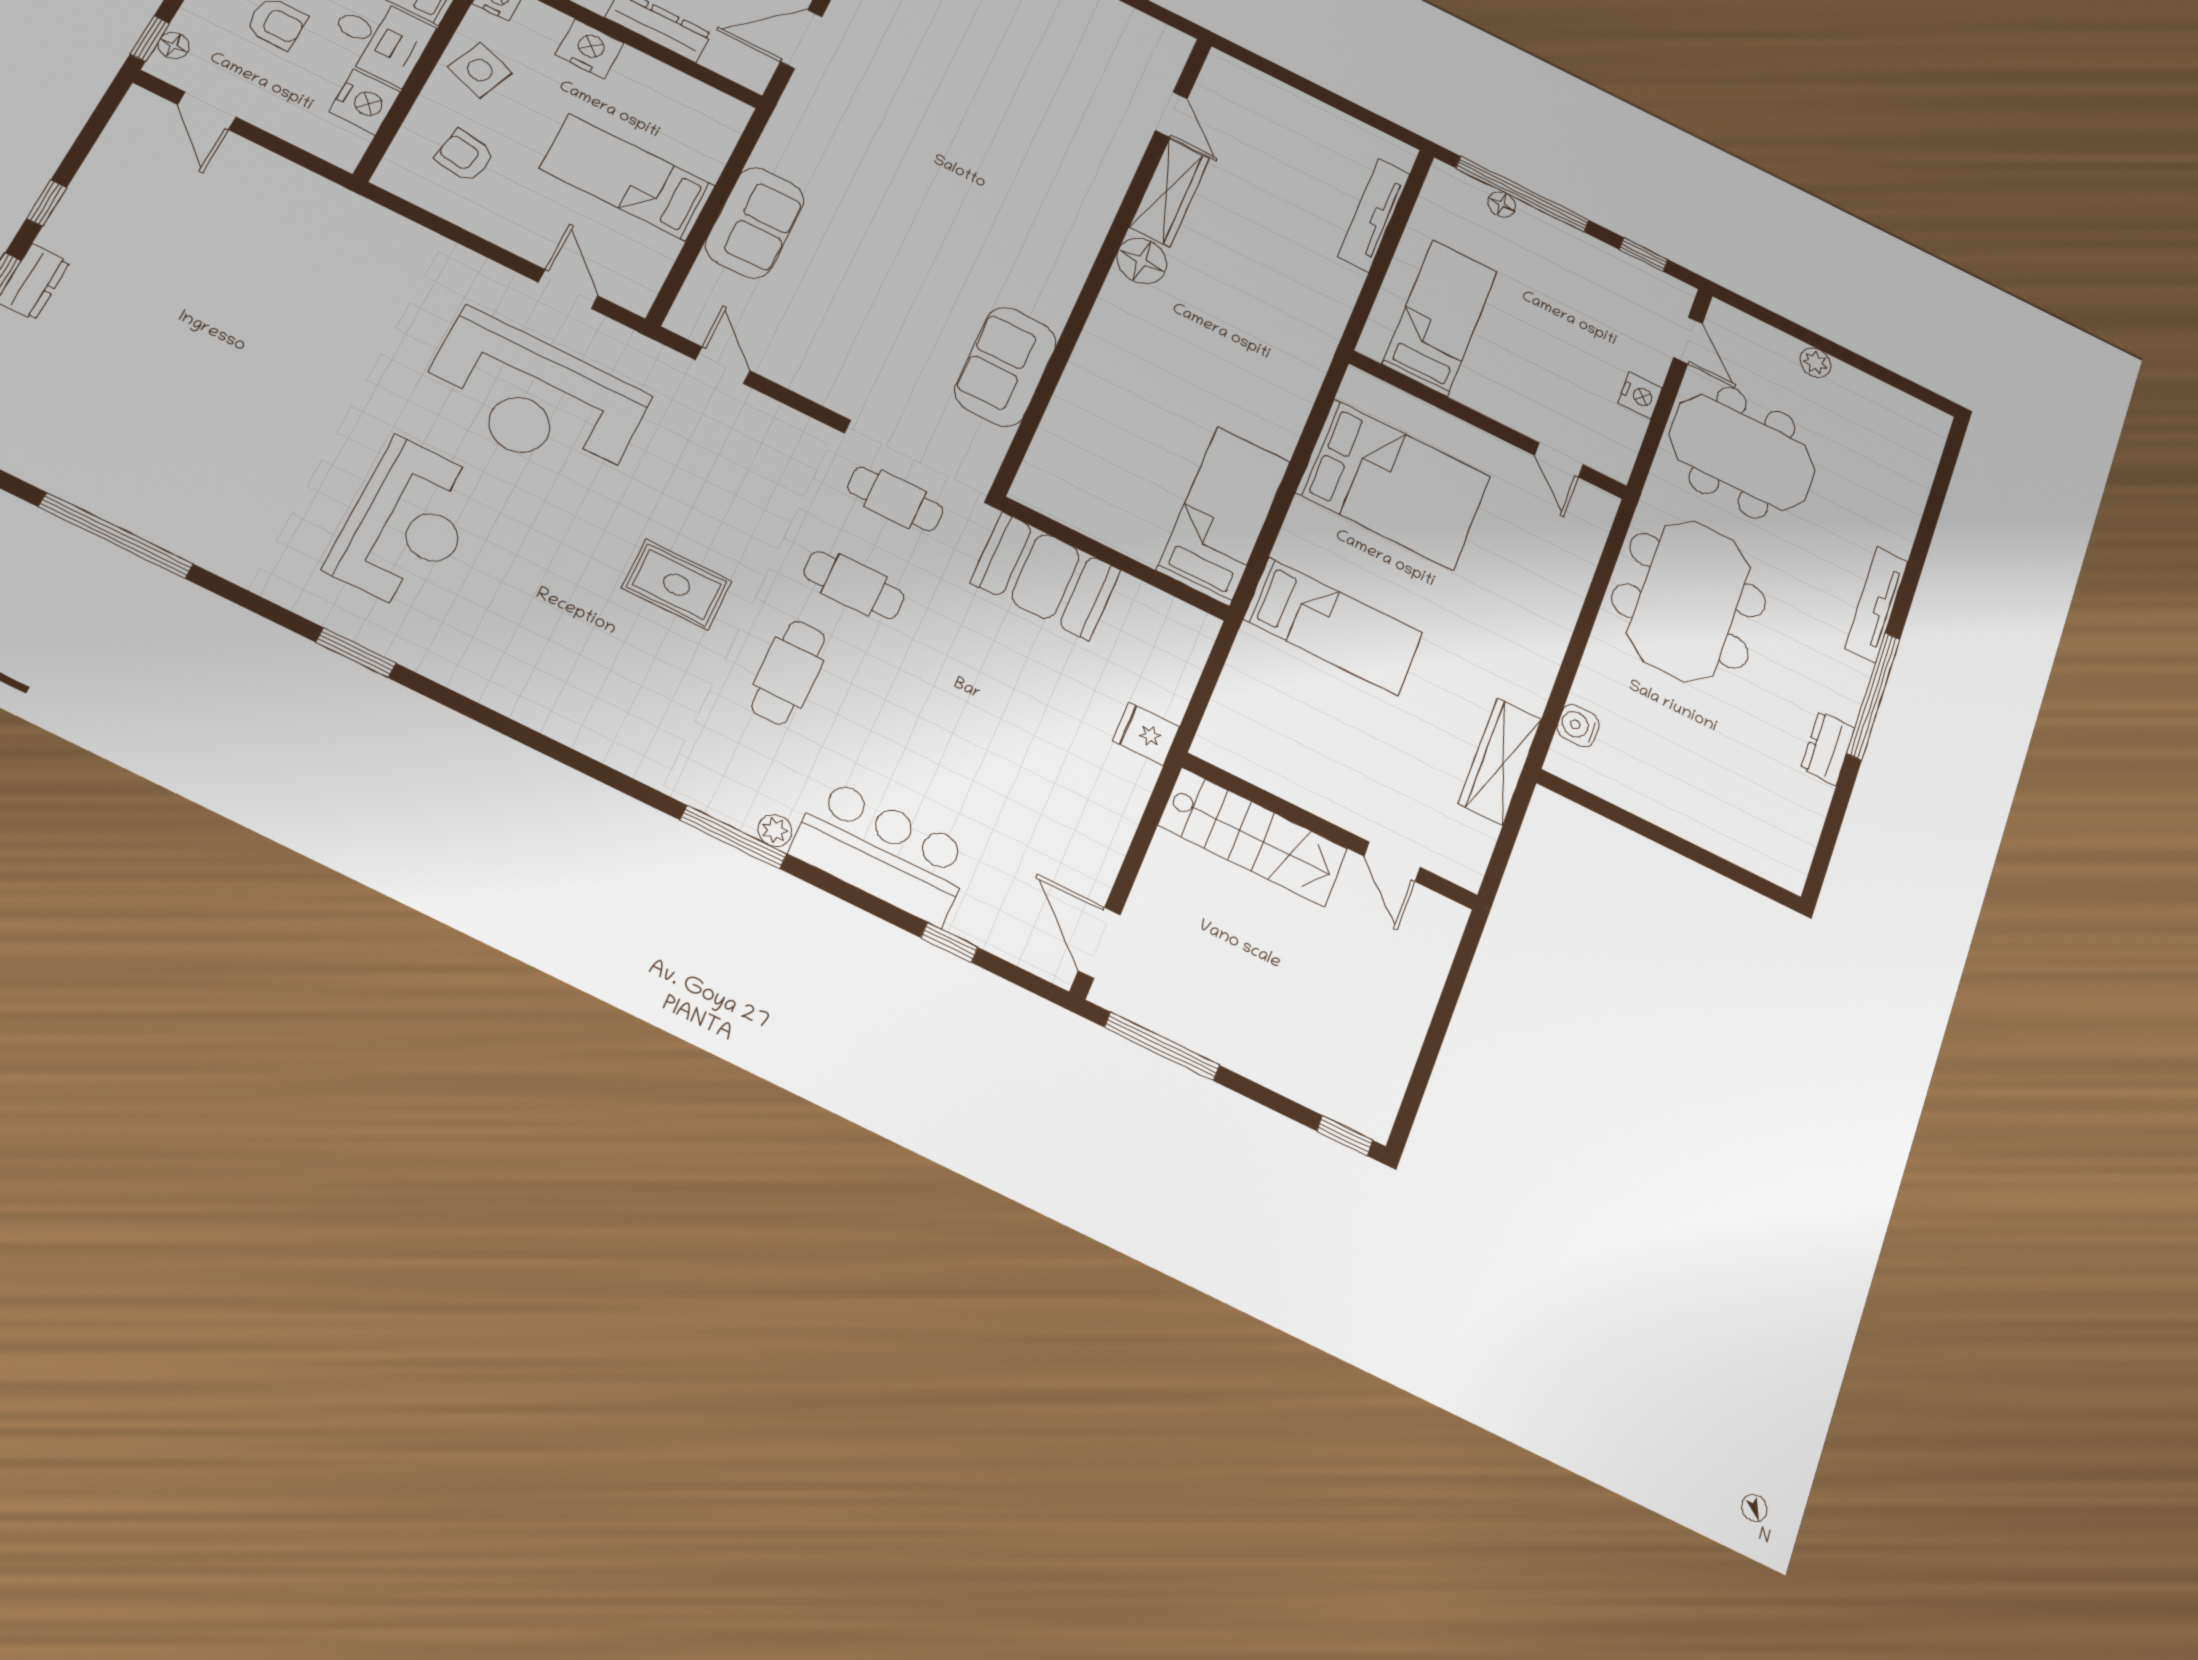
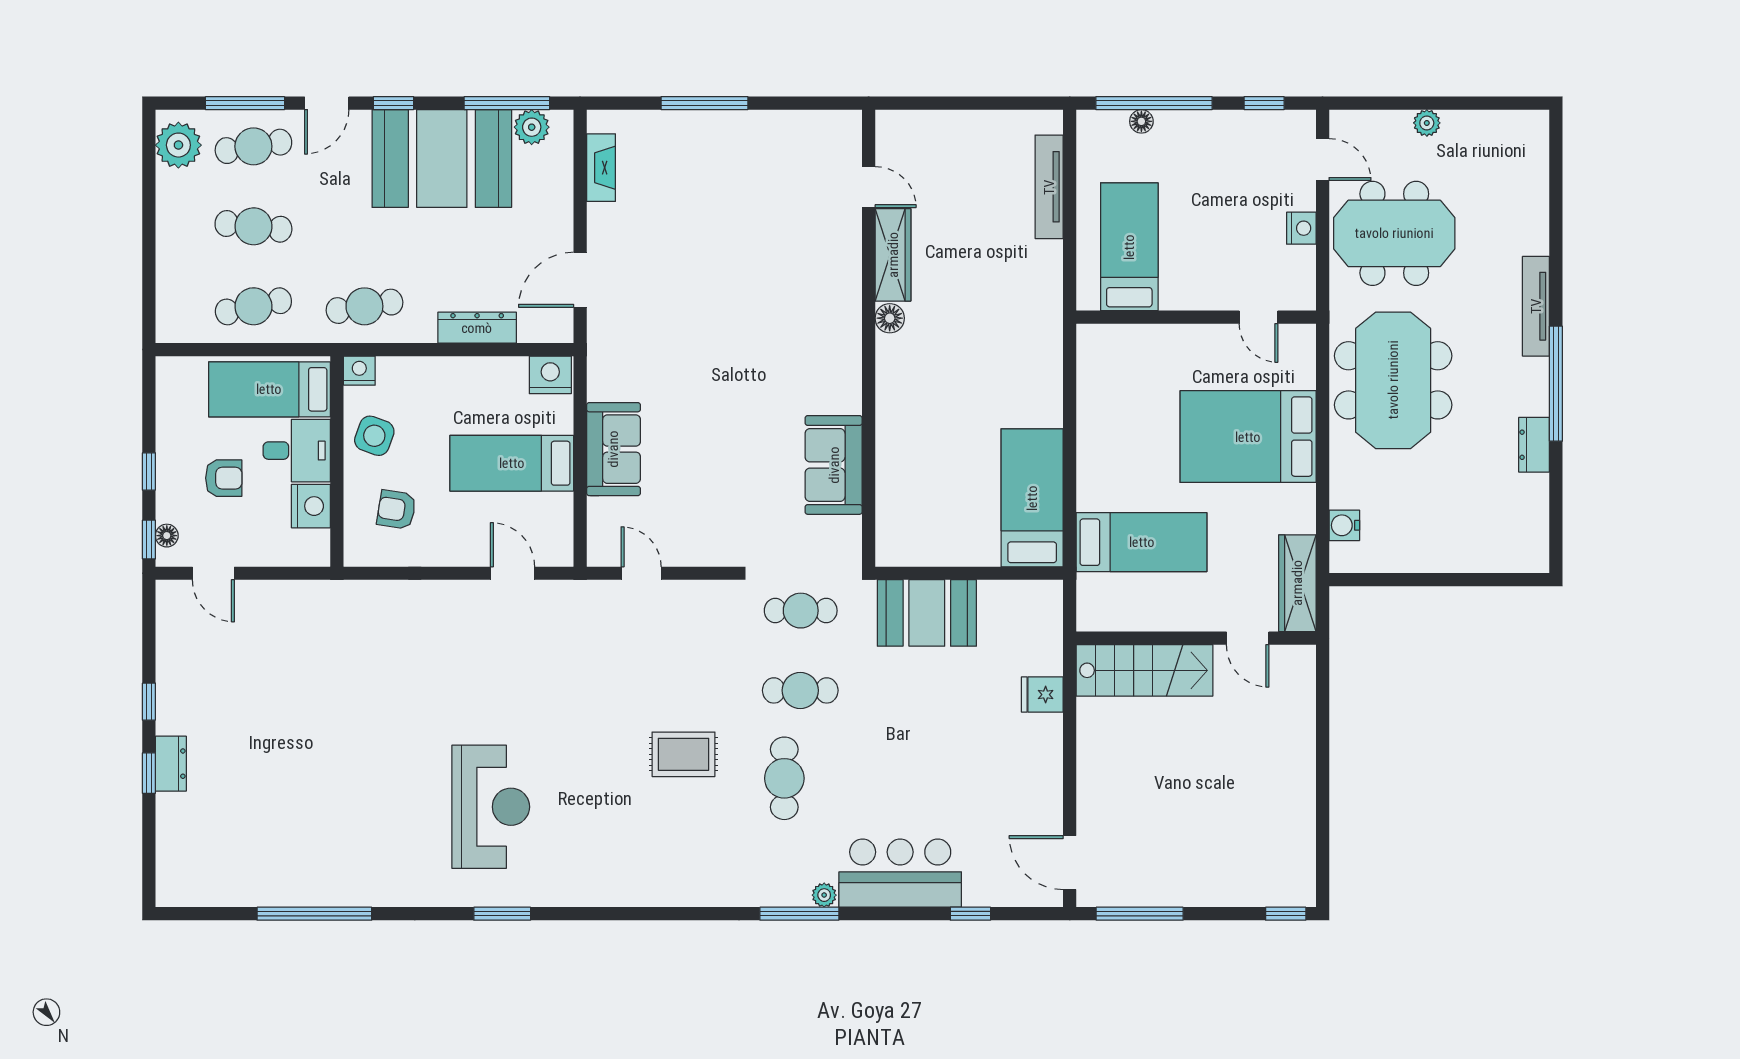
nightstand: (590, 49) -> (550, 375), moved
floor lamp: (1142, 261) -> (890, 318), width x0.73, depth x0.73
reception desk: (533, 399) -> (528, 670), removed
bed: (1393, 484) -> (1248, 437), moved, turned 180
wall: (1330, 831) -> (1196, 638), moved
stairs: (1253, 837) -> (1145, 670), moved
door: (1392, 862) -> (1248, 638), moved

